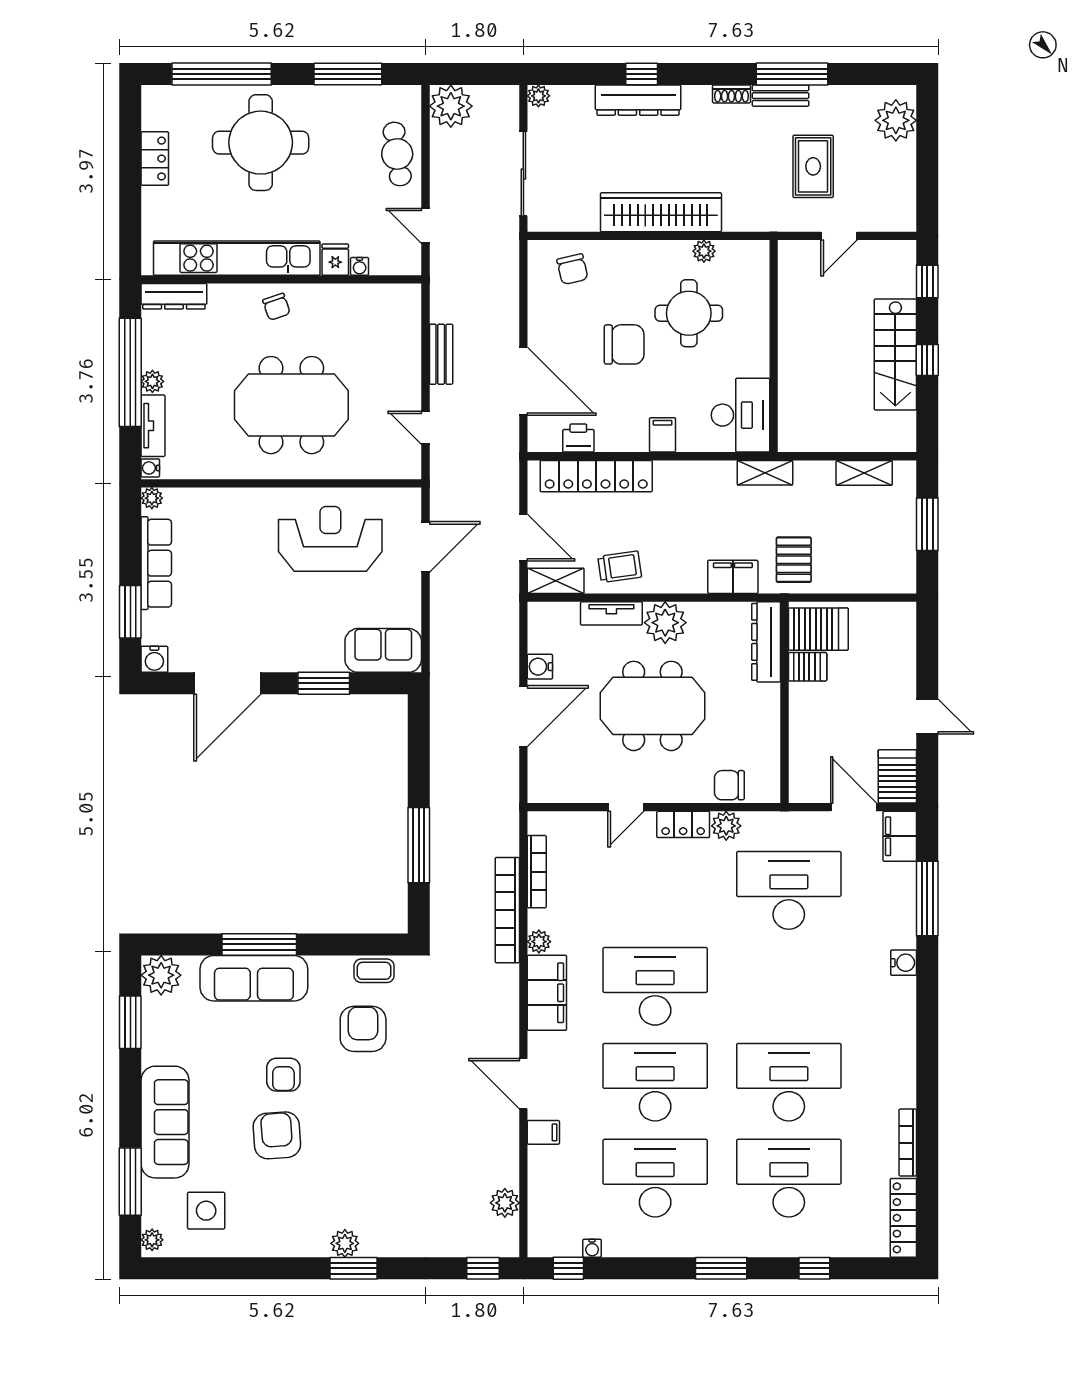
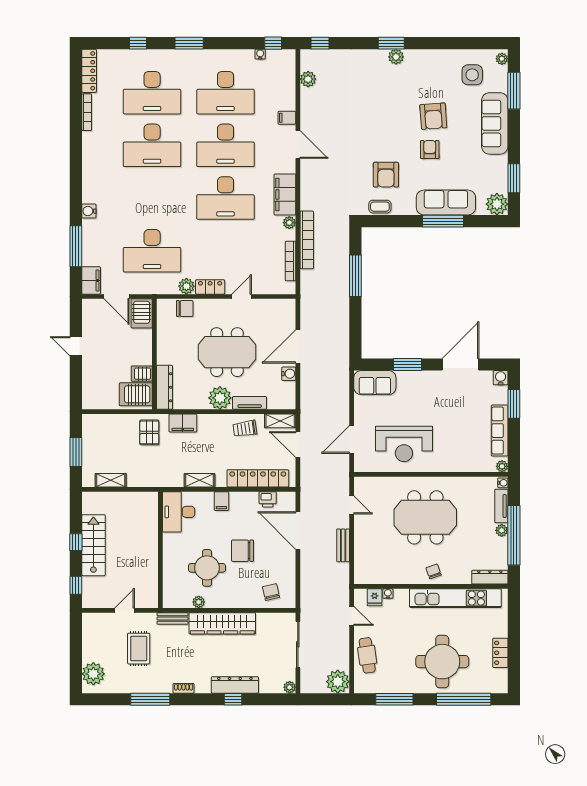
bench: (781, 96) -> (173, 618), moved
fridge: (335, 260) -> (375, 597), moved
shelving: (765, 473) -> (199, 480), moved
server rack: (897, 776) -> (142, 313), moved

